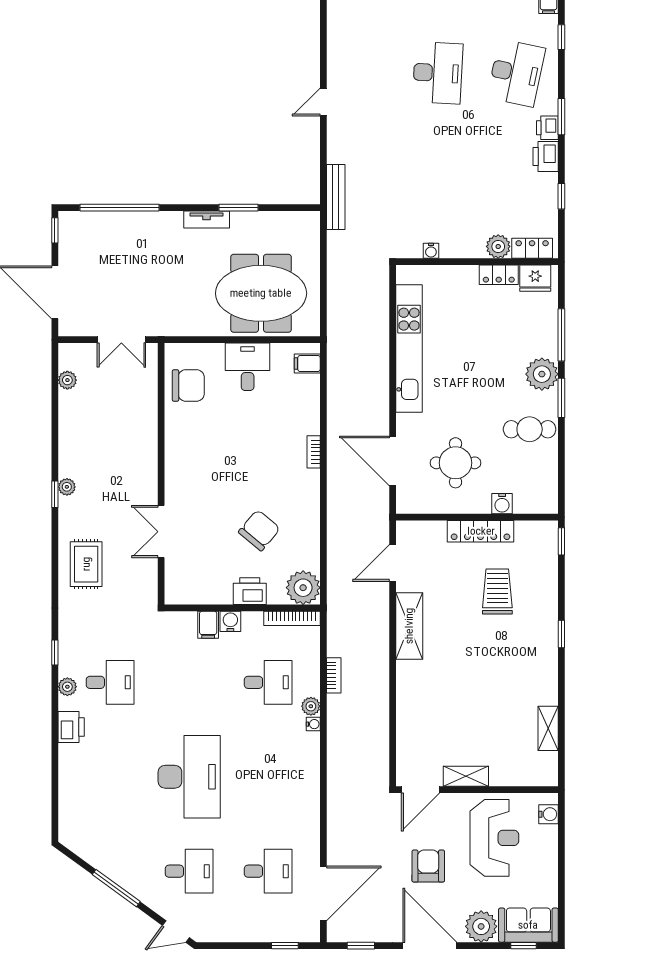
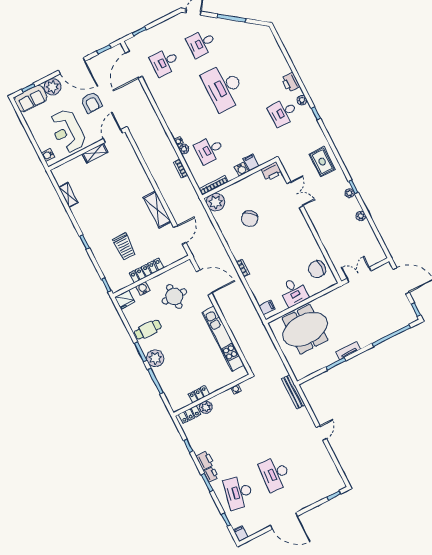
fridge: (535, 278) -> (125, 300), moved, turned 180
plant: (67, 380) -> (361, 216), moved
printer: (250, 591) -> (272, 172), moved

